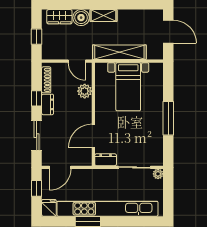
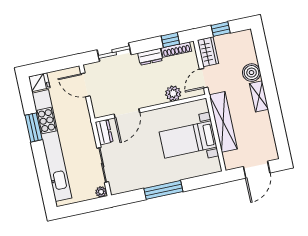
wardrobe: (59, 17) -> (208, 52), moved, turned 180
window: (37, 98) -> (170, 40), moved
door: (93, 136) -> (127, 113), swing flipped
window: (37, 188) -> (57, 64), removed

